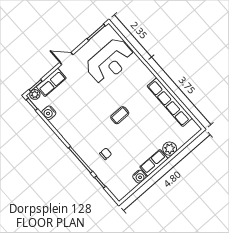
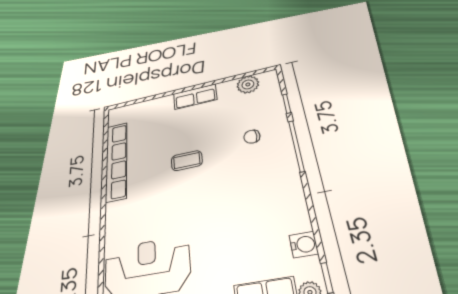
coffee table: (120, 115) -> (187, 161), moved
plant: (170, 149) -> (248, 84), moved
water cooler: (139, 177) -> (226, 88), removed

